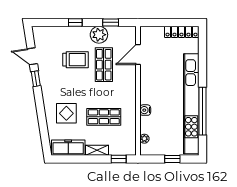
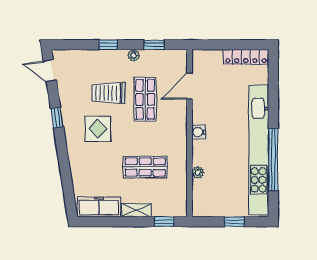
plant: (99, 35) -> (134, 55), width x0.53, depth x0.53
door: (32, 56) -> (50, 71), moved
trolley: (75, 60) -> (108, 93), turned 180
water cooler: (145, 110) -> (199, 132), moved
display table: (66, 113) -> (98, 129), moved
plant: (144, 139) -> (198, 173), moved

